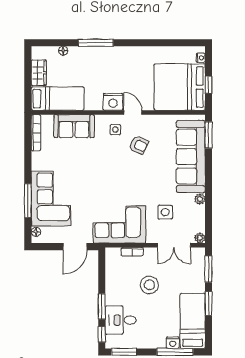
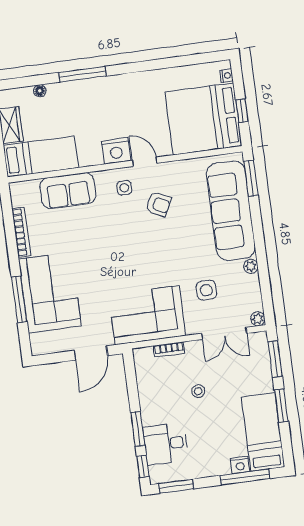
bookcase: (36, 133) -> (21, 232), moved
floor lamp: (36, 232) -> (36, 340), removed
stool: (149, 285) -> (198, 391), width x0.53, depth x0.53

